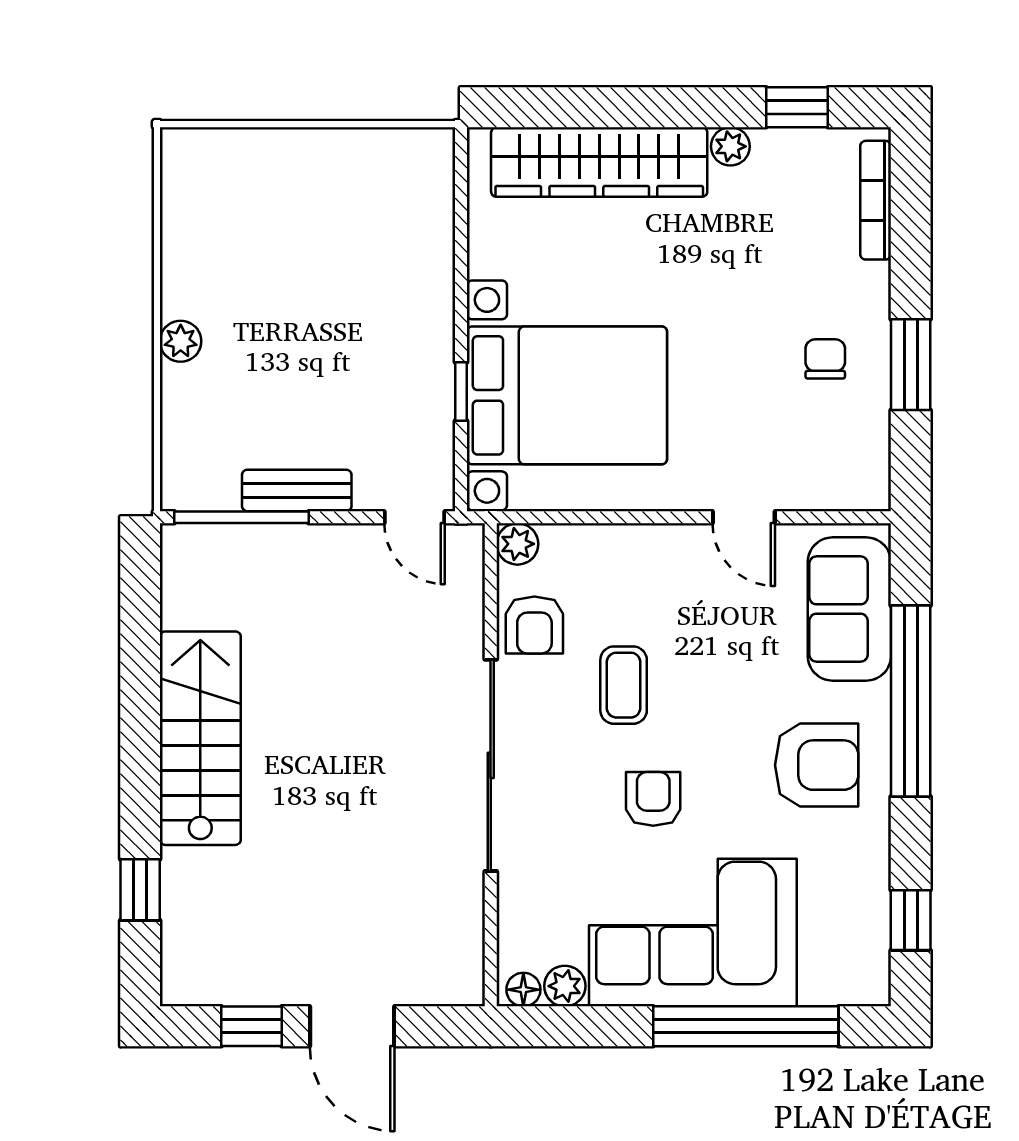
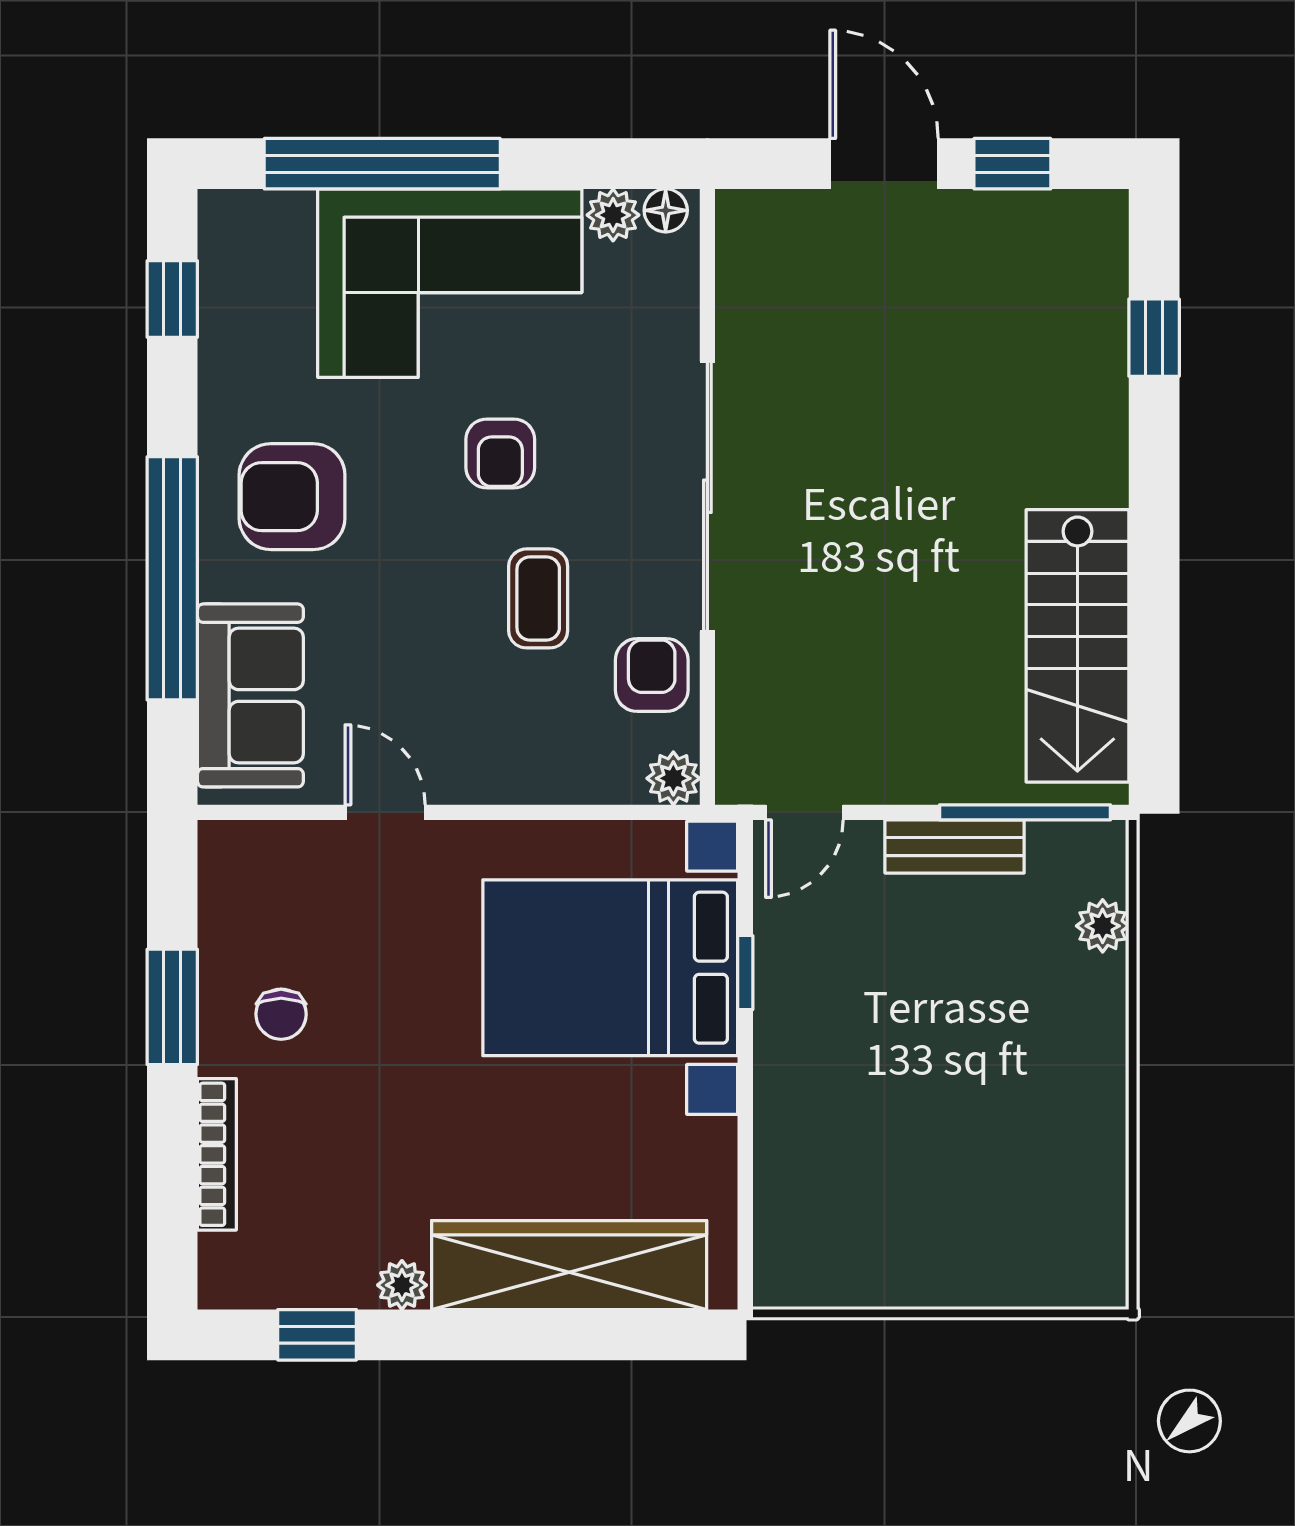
bookcase: (876, 200) -> (217, 1154), moved
plant: (181, 341) -> (1103, 926), moved
door: (415, 517) -> (804, 812), swing flipped
stairs: (200, 738) -> (1077, 646), moved

